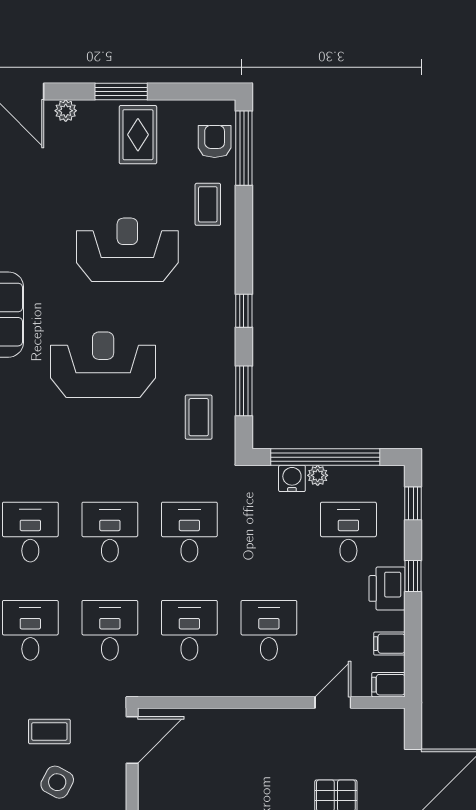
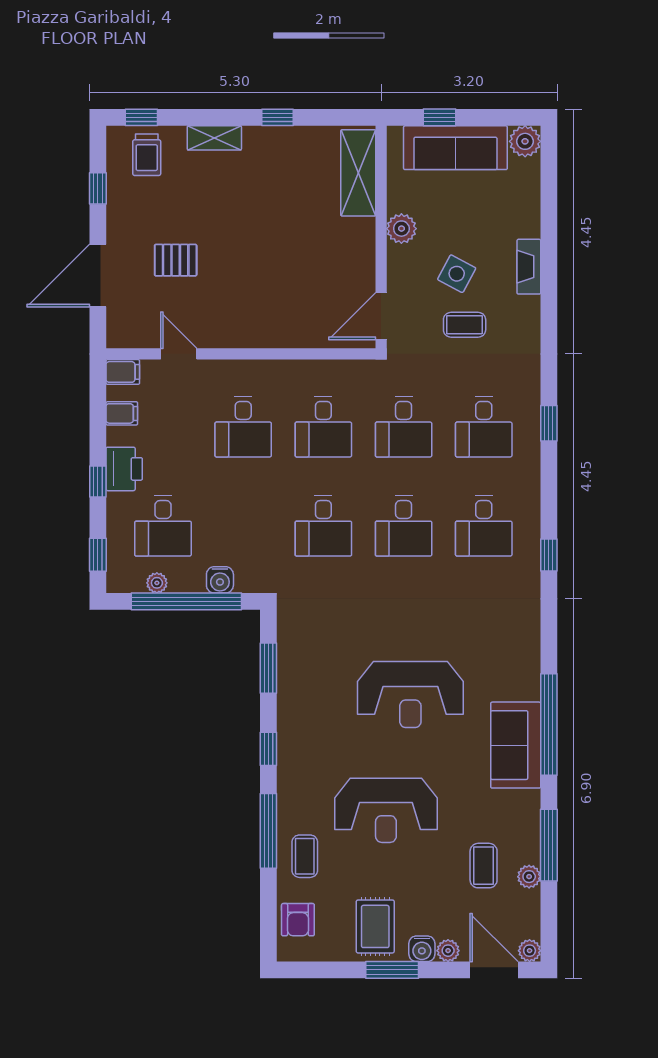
water cooler: (92, 113) -> (422, 949), added
window: (244, 148) -> (268, 831), moved
coffee table: (199, 417) -> (484, 866), moved
plant: (318, 475) -> (157, 583), moved
door: (333, 703) -> (179, 354), swing flipped

